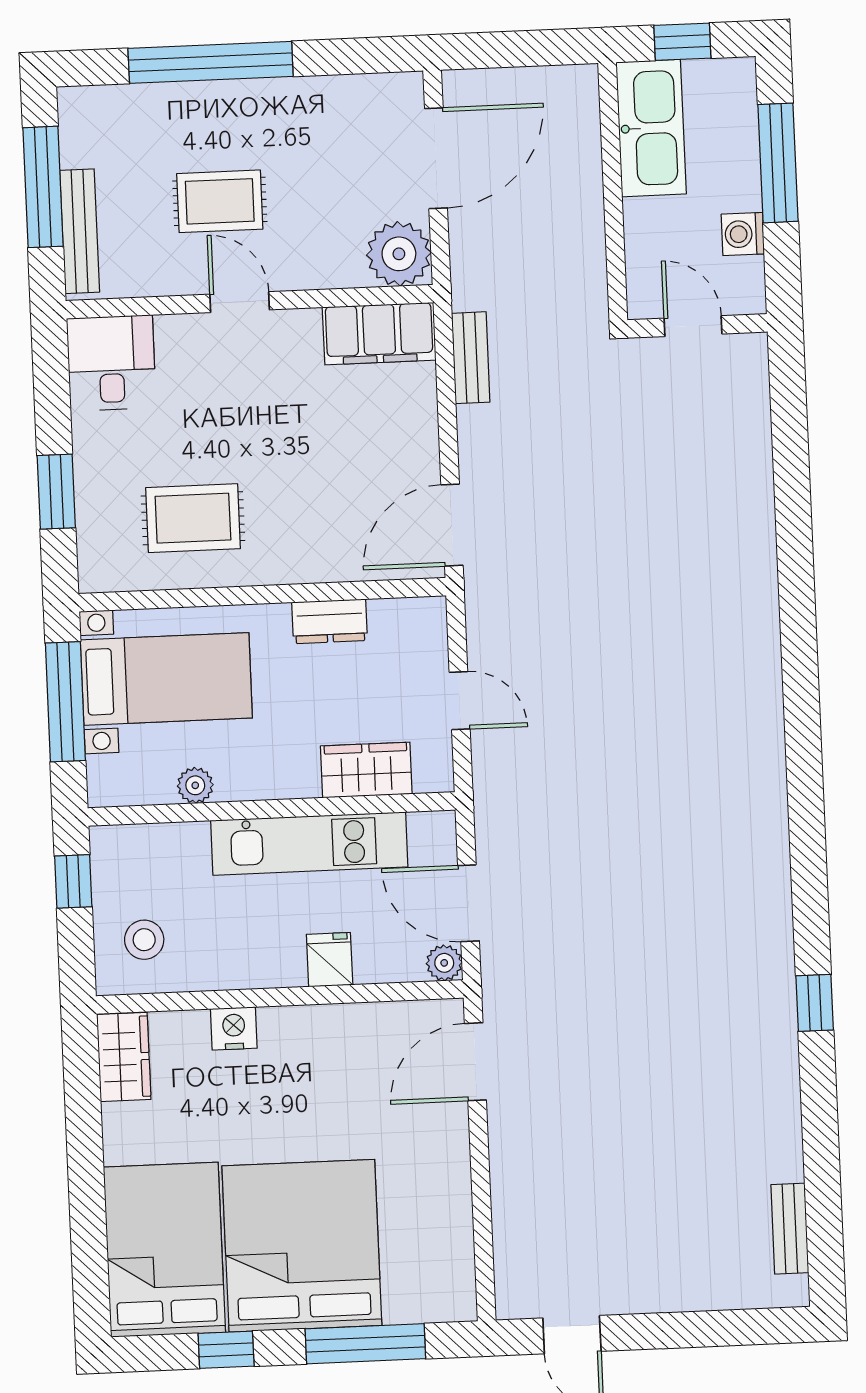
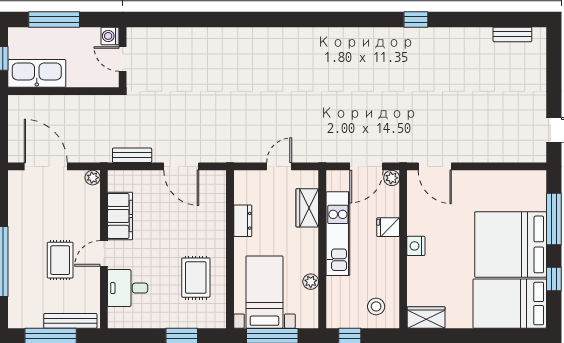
washing machine: (743, 234) -> (110, 36), moved, turned 90
plant: (399, 254) -> (93, 178), width x0.53, depth x0.53
door: (693, 326) -> (123, 59), hinge flipped
filing cabinet: (379, 334) -> (120, 216), moved
desk: (111, 363) -> (128, 288), moved
door: (452, 525) -> (181, 166), moved
nightstand: (234, 1028) -> (416, 246), moved

